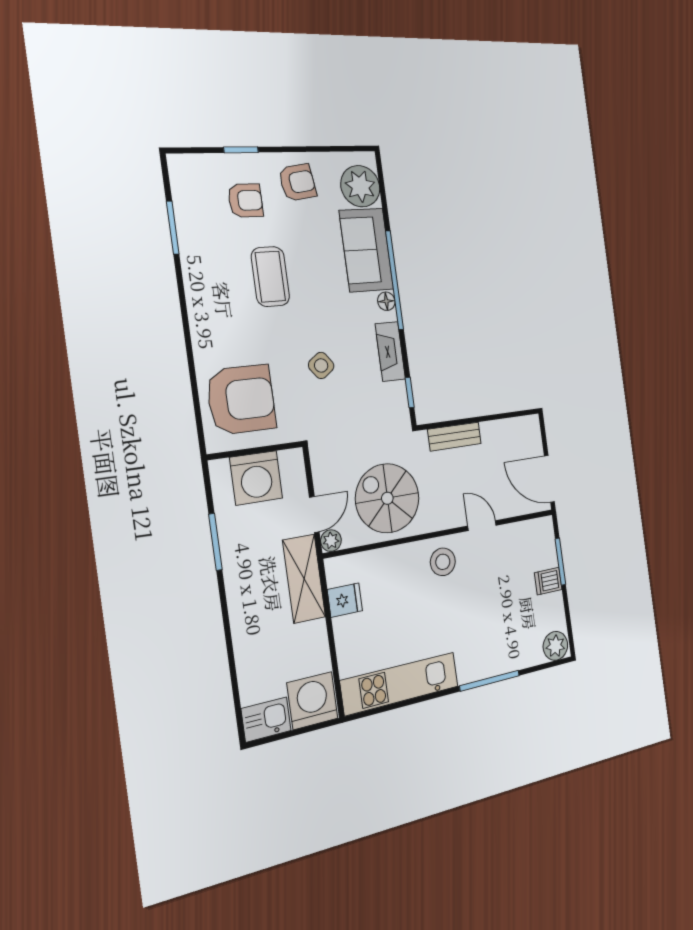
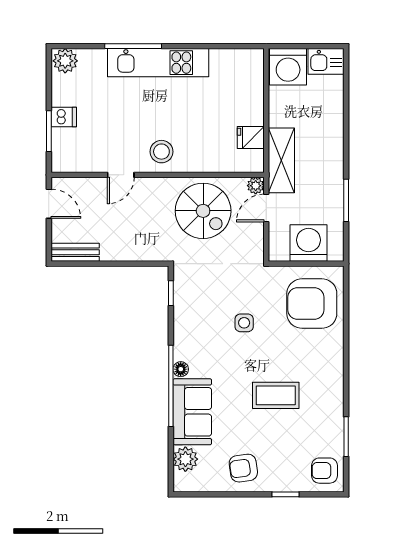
plant: (360, 186) -> (185, 459), width x0.73, depth x0.73
armchair: (245, 200) -> (325, 471), moved
coffee table: (270, 277) -> (276, 395), turned 90
fireplace: (390, 352) -> (183, 328), removed
side table: (321, 365) -> (244, 323), turned 37
bench: (454, 436) -> (75, 252), moved
door: (549, 479) -> (49, 204), width x0.73
door: (482, 526) -> (121, 175), hinge flipped
kitchen unit: (400, 684) -> (158, 63), moved

